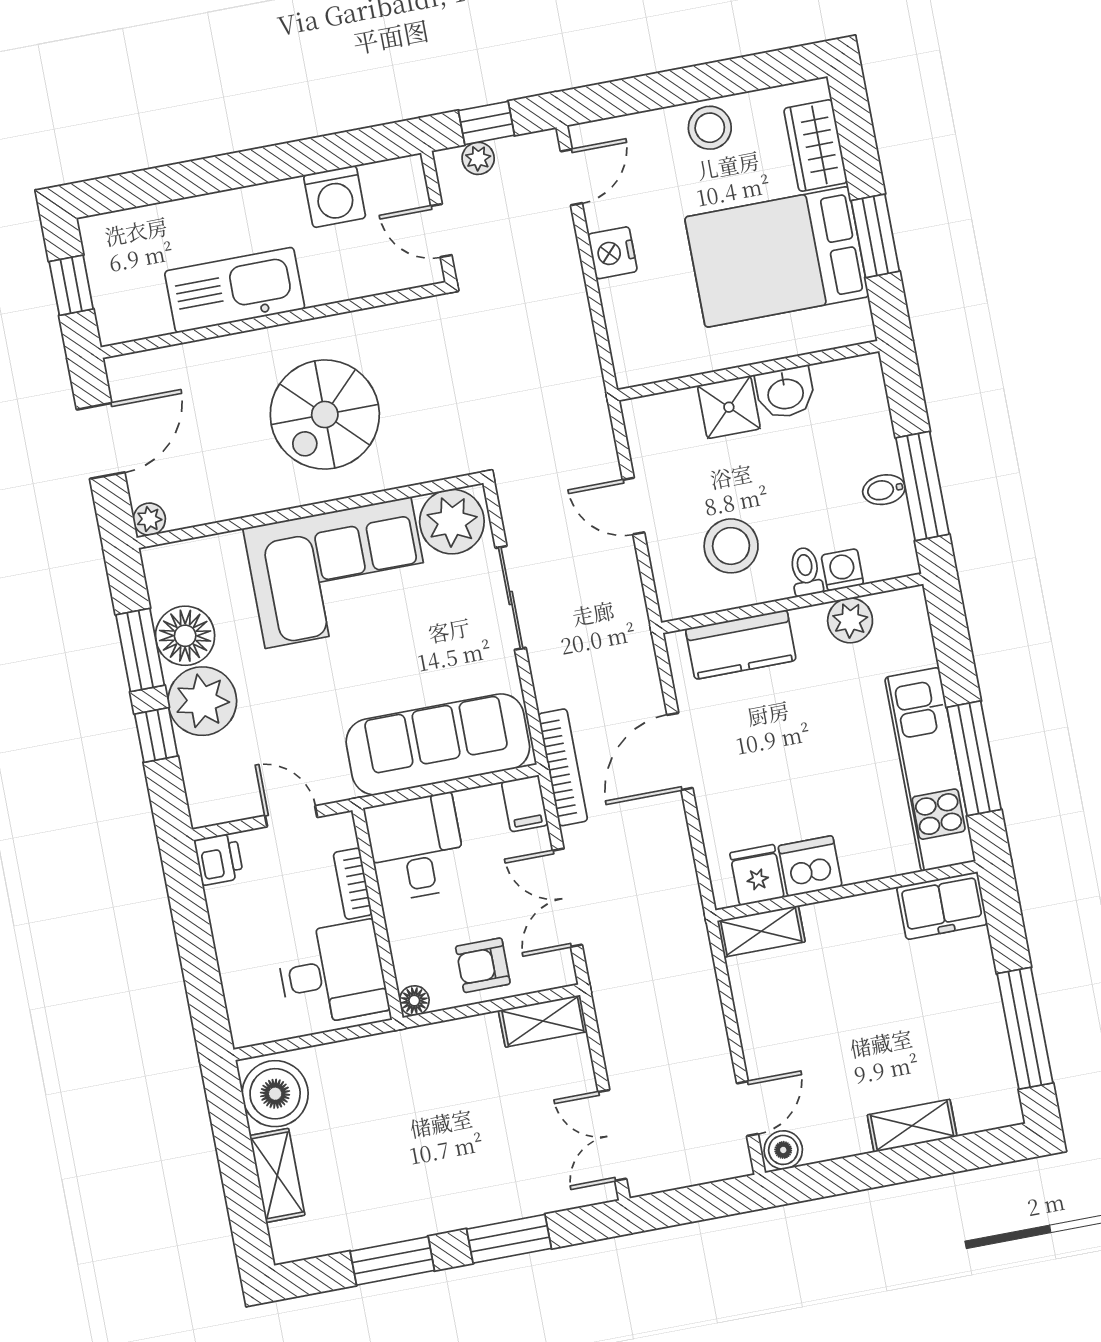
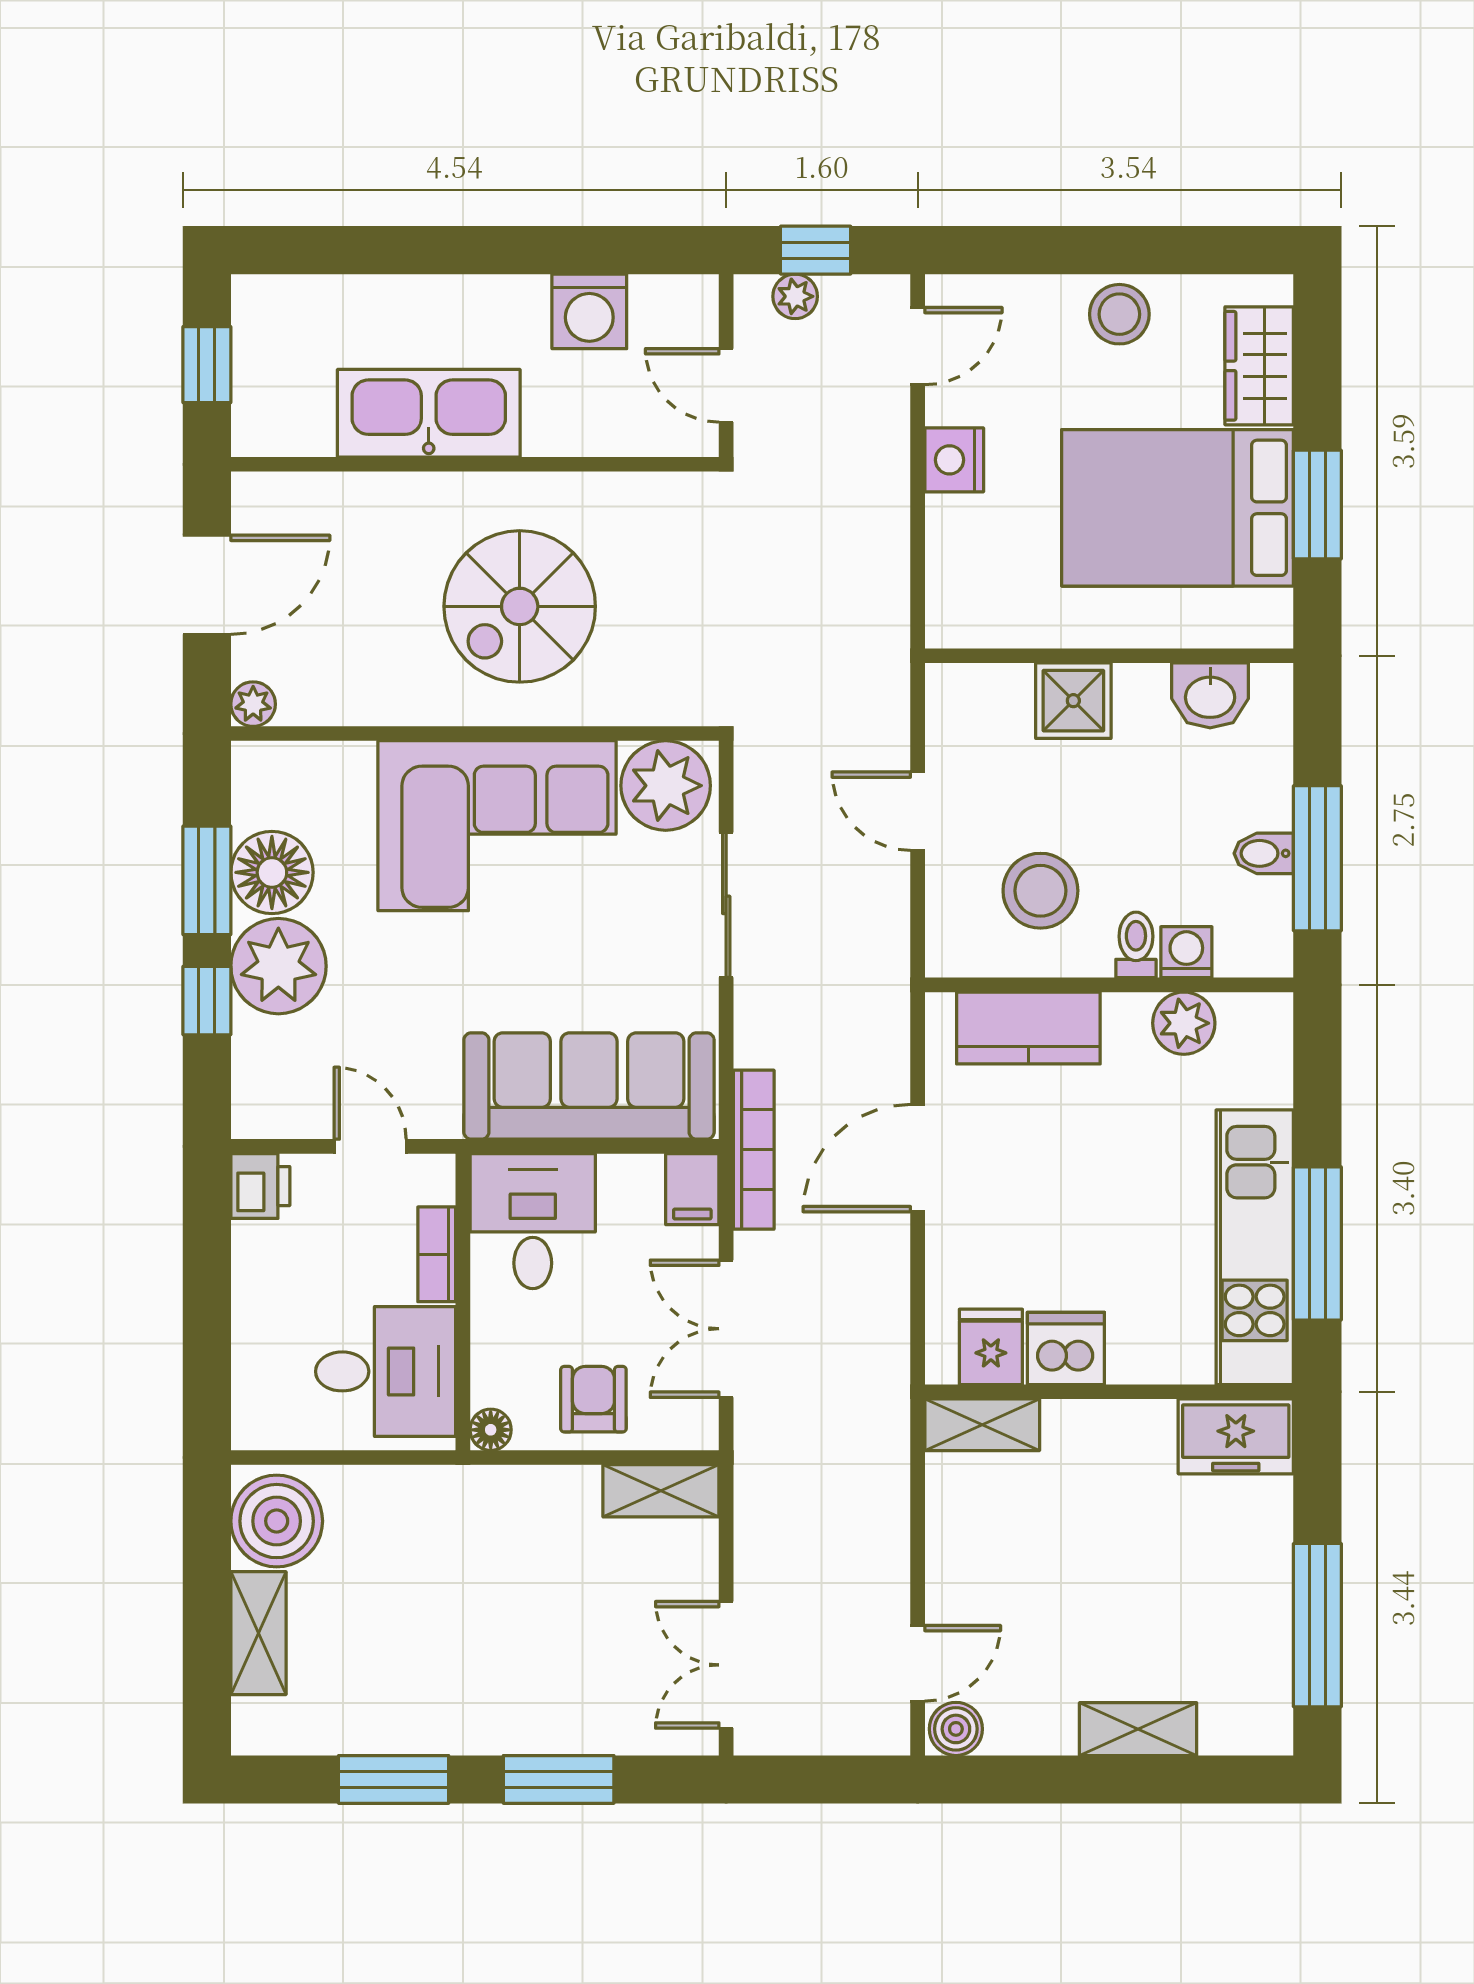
washbasin: (785, 393) -> (1210, 695), moved
armchair: (483, 965) -> (593, 1399), turned 90

